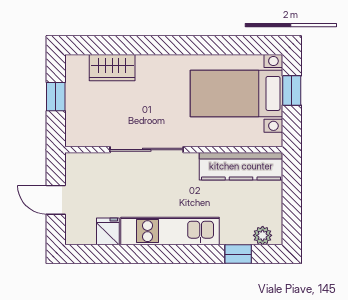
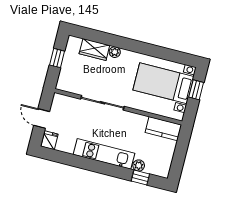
plant: (146, 63) -> (115, 52), added
kitchen counter: (241, 166) -> (163, 129), width x0.67
fridge: (108, 231) -> (50, 140), moved
plant: (263, 235) -> (139, 165), moved

